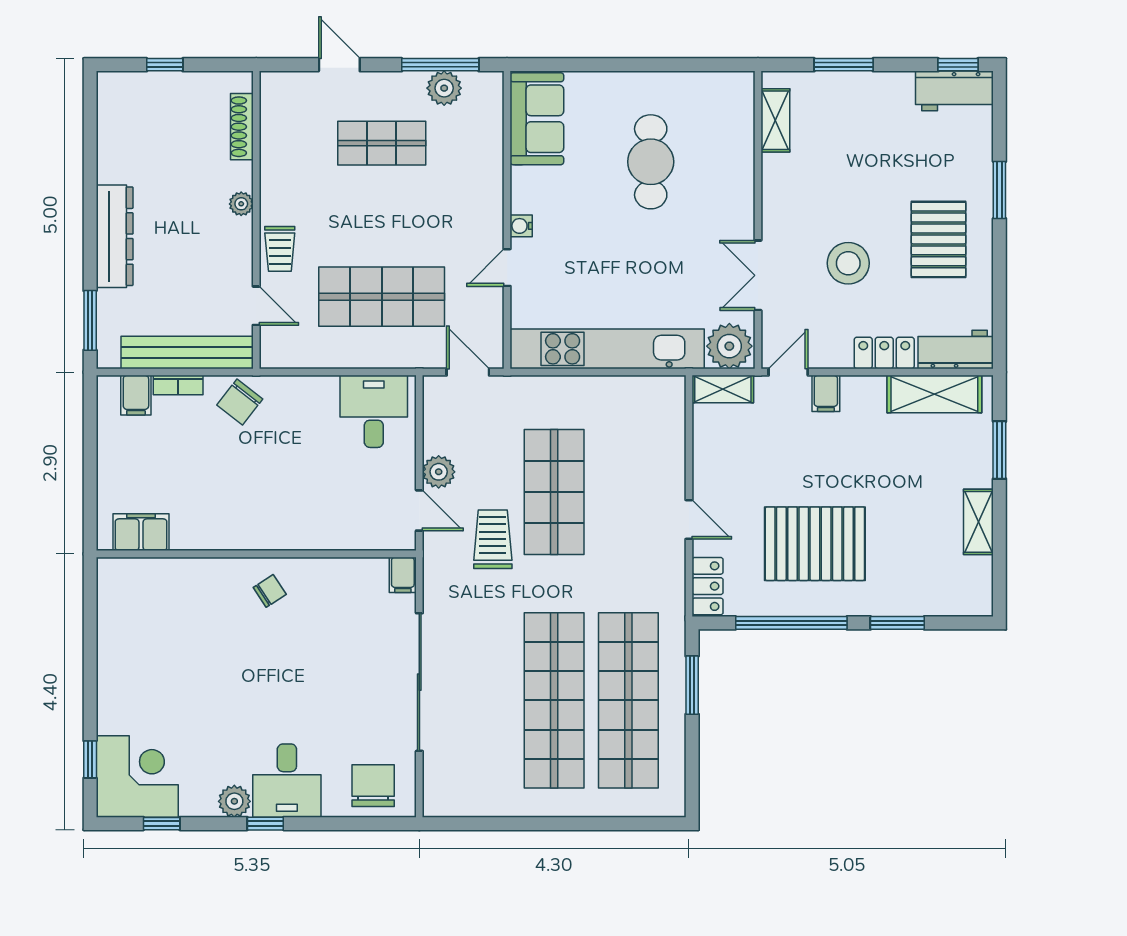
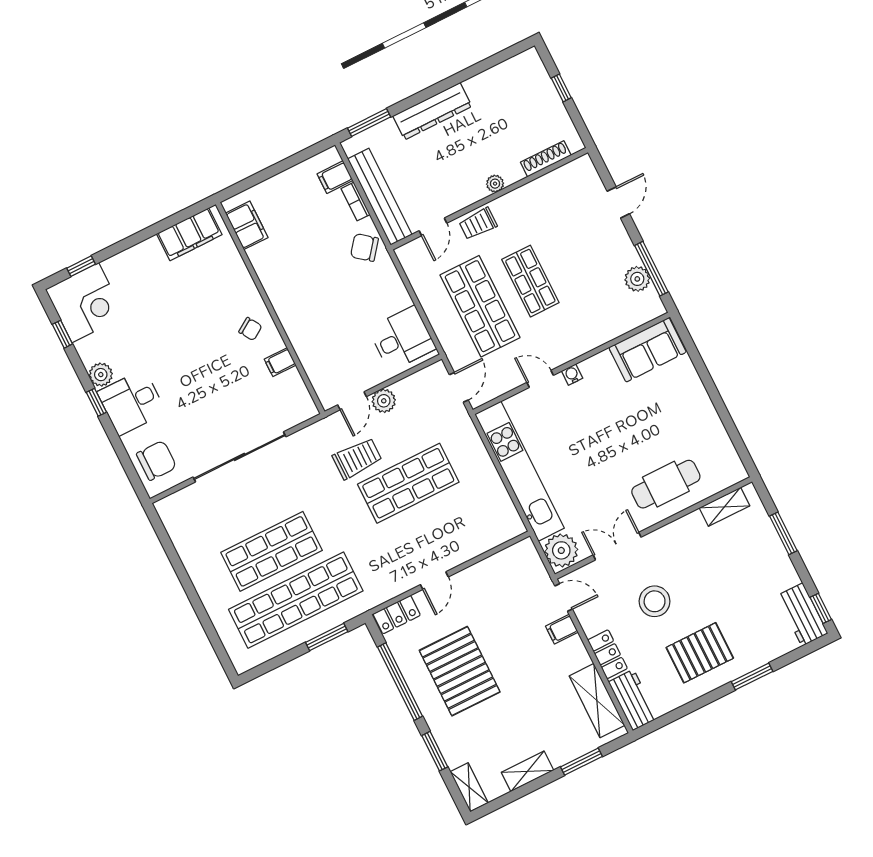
shop shelf: (382, 143) -> (530, 281), moved
cafe table: (651, 162) -> (666, 484), moved
shelving: (723, 389) -> (469, 787), moved
filing cabinet: (403, 575) -> (280, 362), moved
filing cabinet: (117, 608) -> (189, 234), added
shop shelf: (554, 700) -> (272, 551), width x0.71

